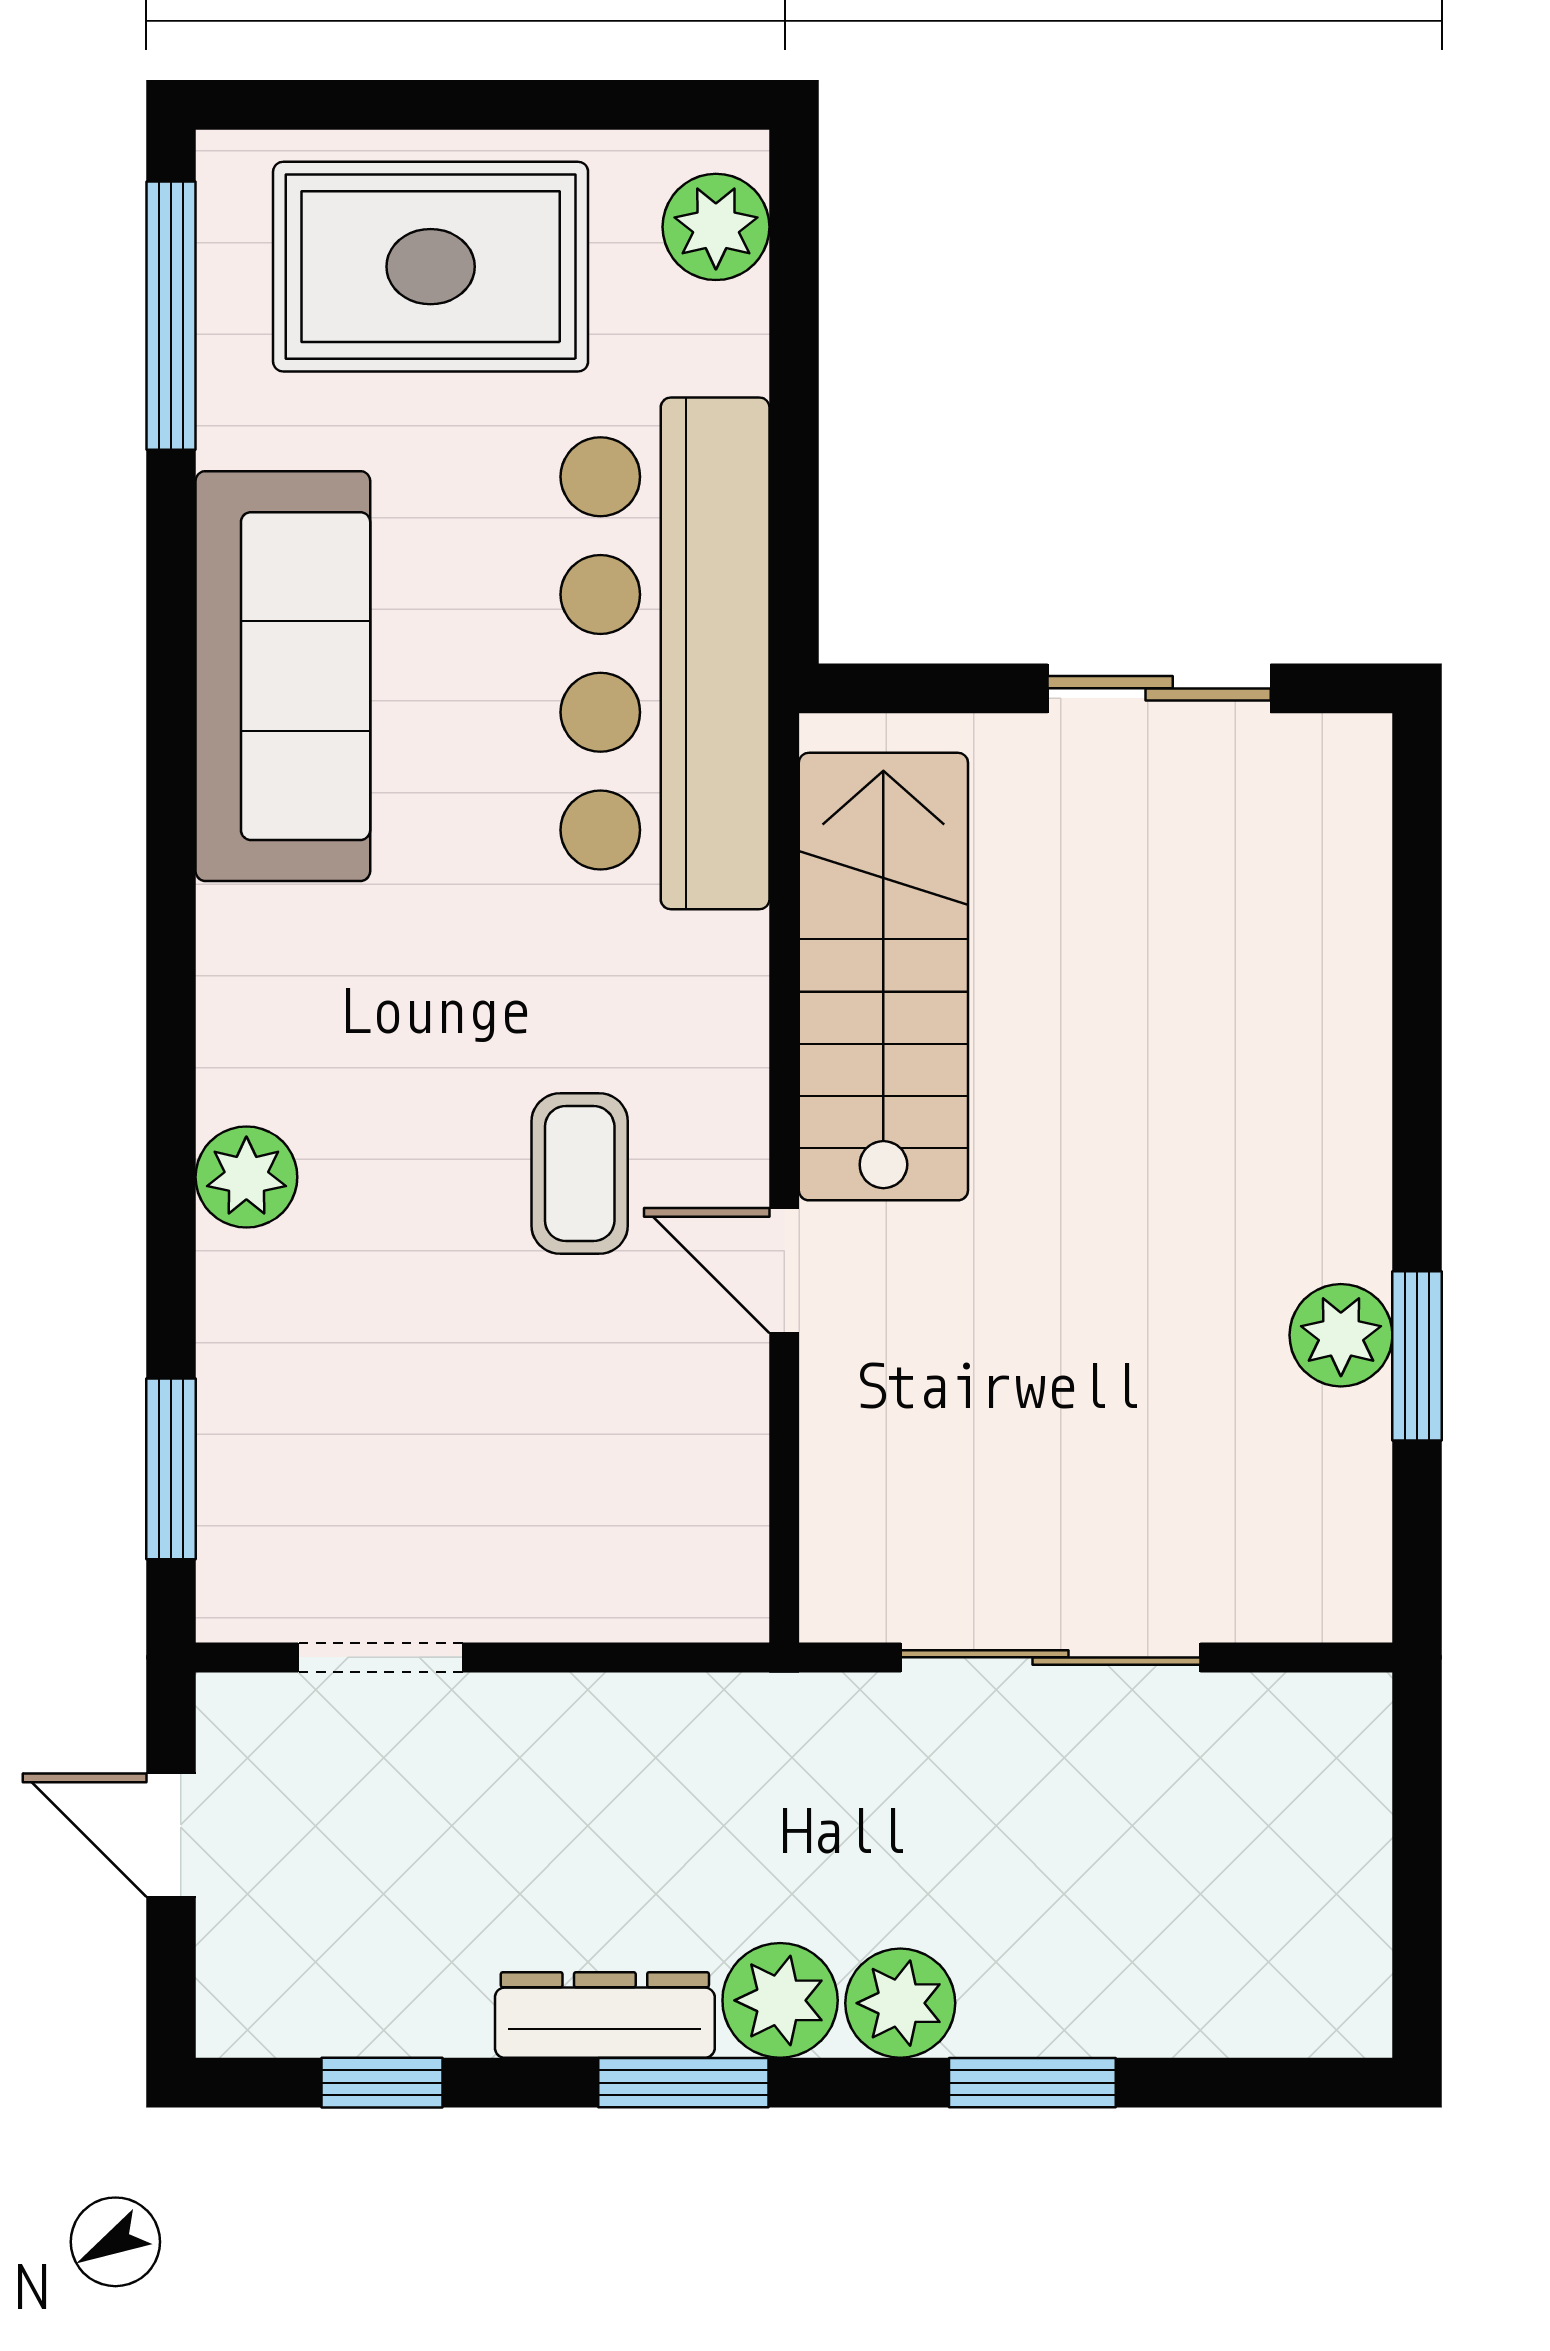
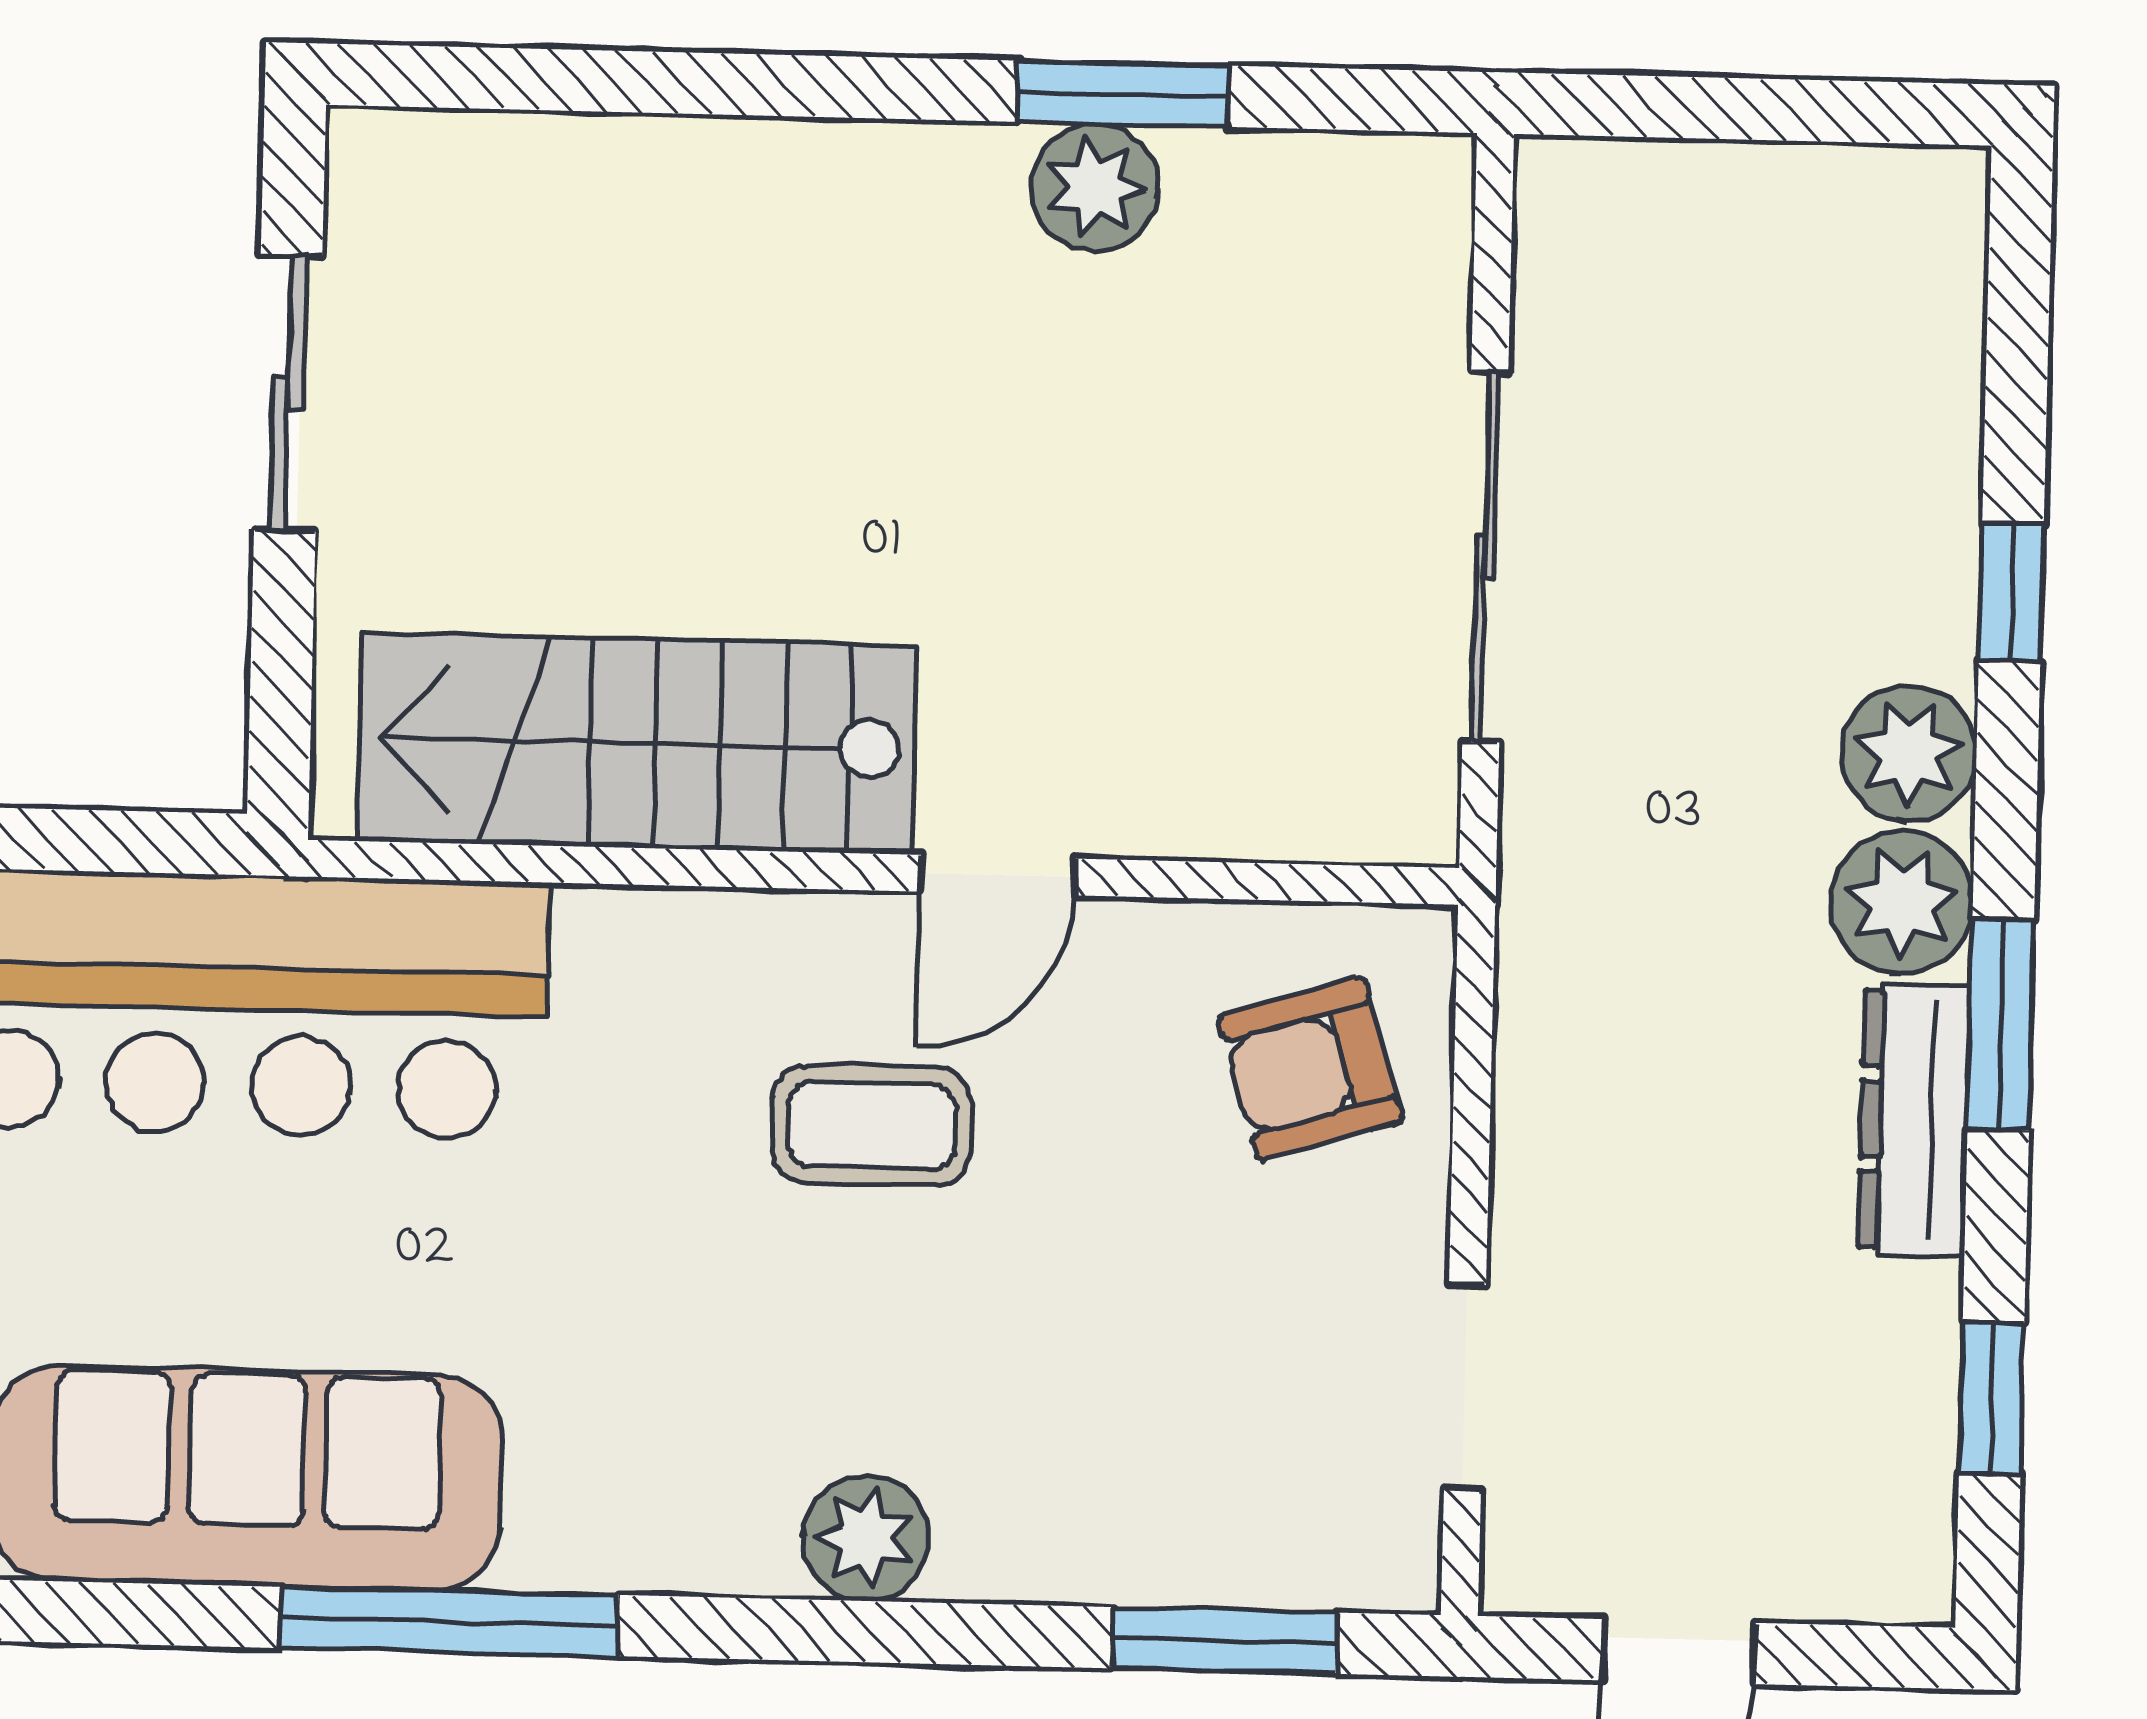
window: (171, 843) -> (449, 1622), added
armchair: (634, 1527) -> (1311, 1069), added
window: (1032, 2083) -> (2011, 592), width x0.67

